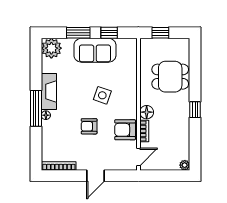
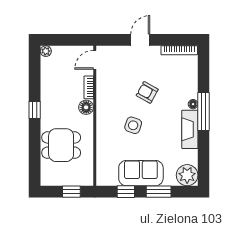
armchair: (89, 126) -> (147, 92), turned -151
armchair: (125, 130) -> (109, 89), removed

